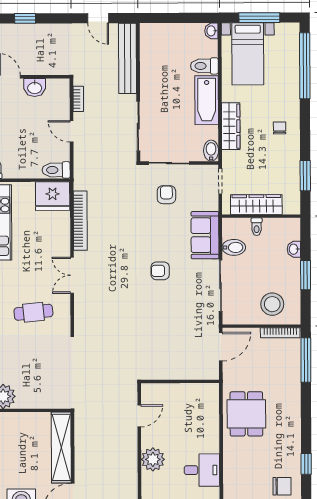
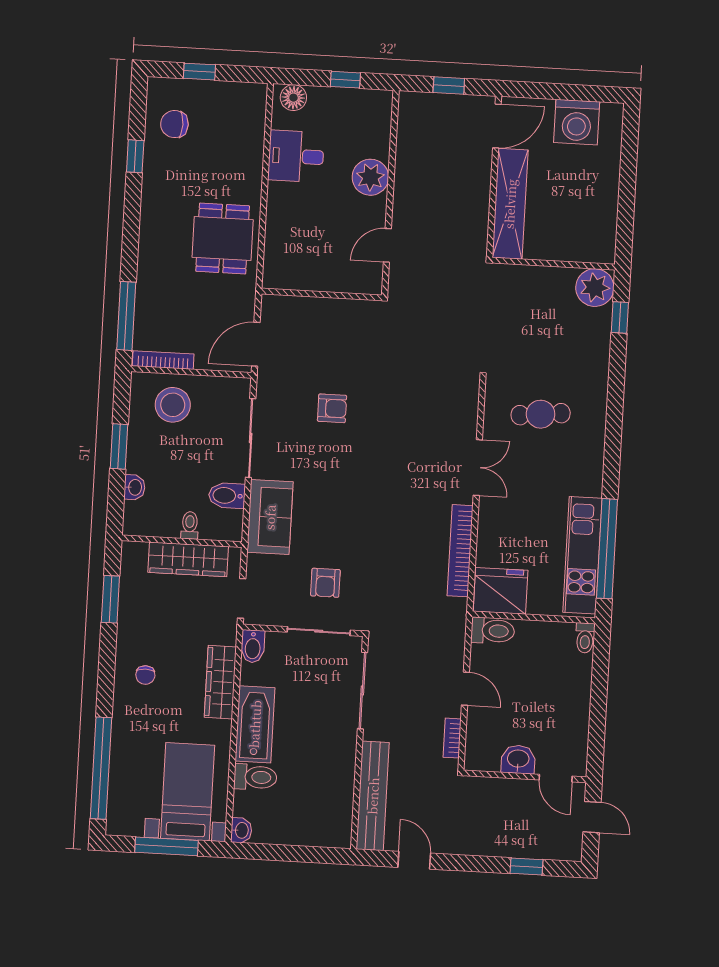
armchair: (160, 271) -> (332, 408), moved

